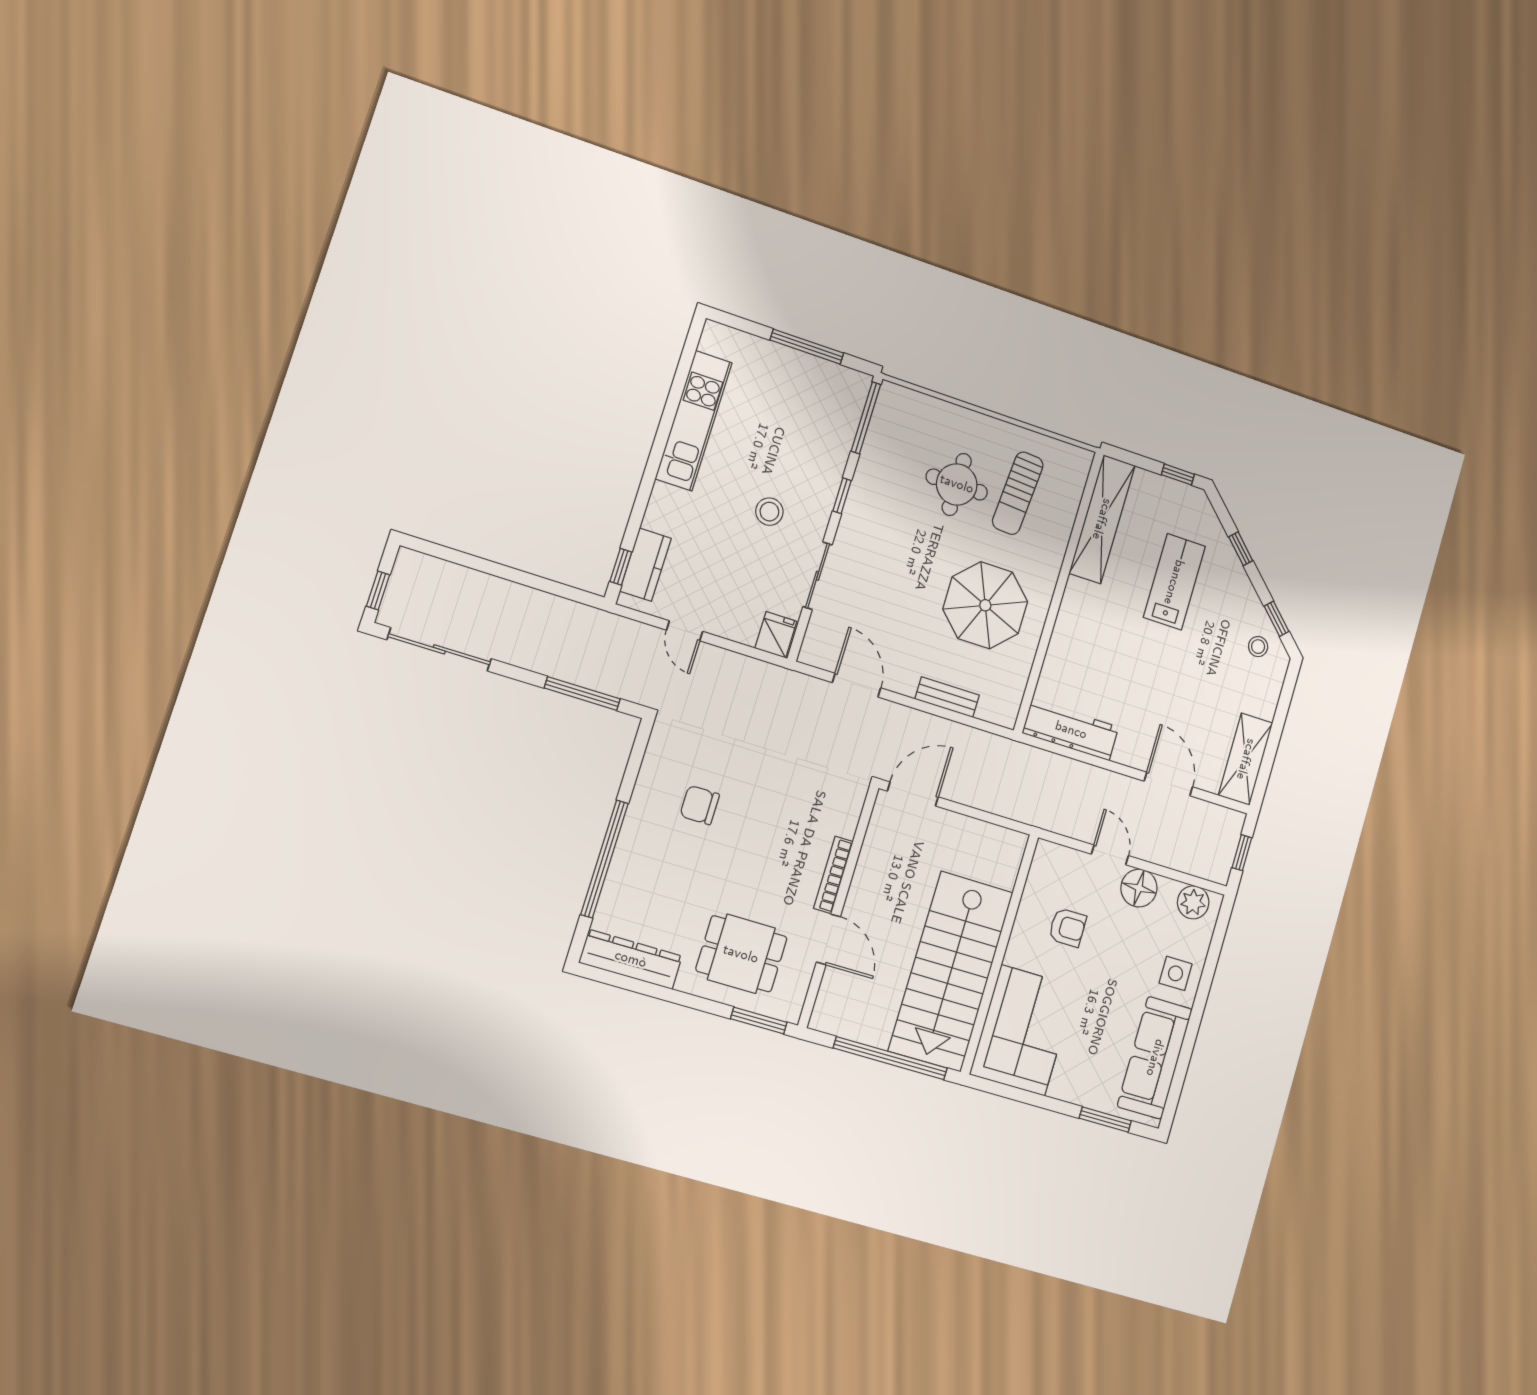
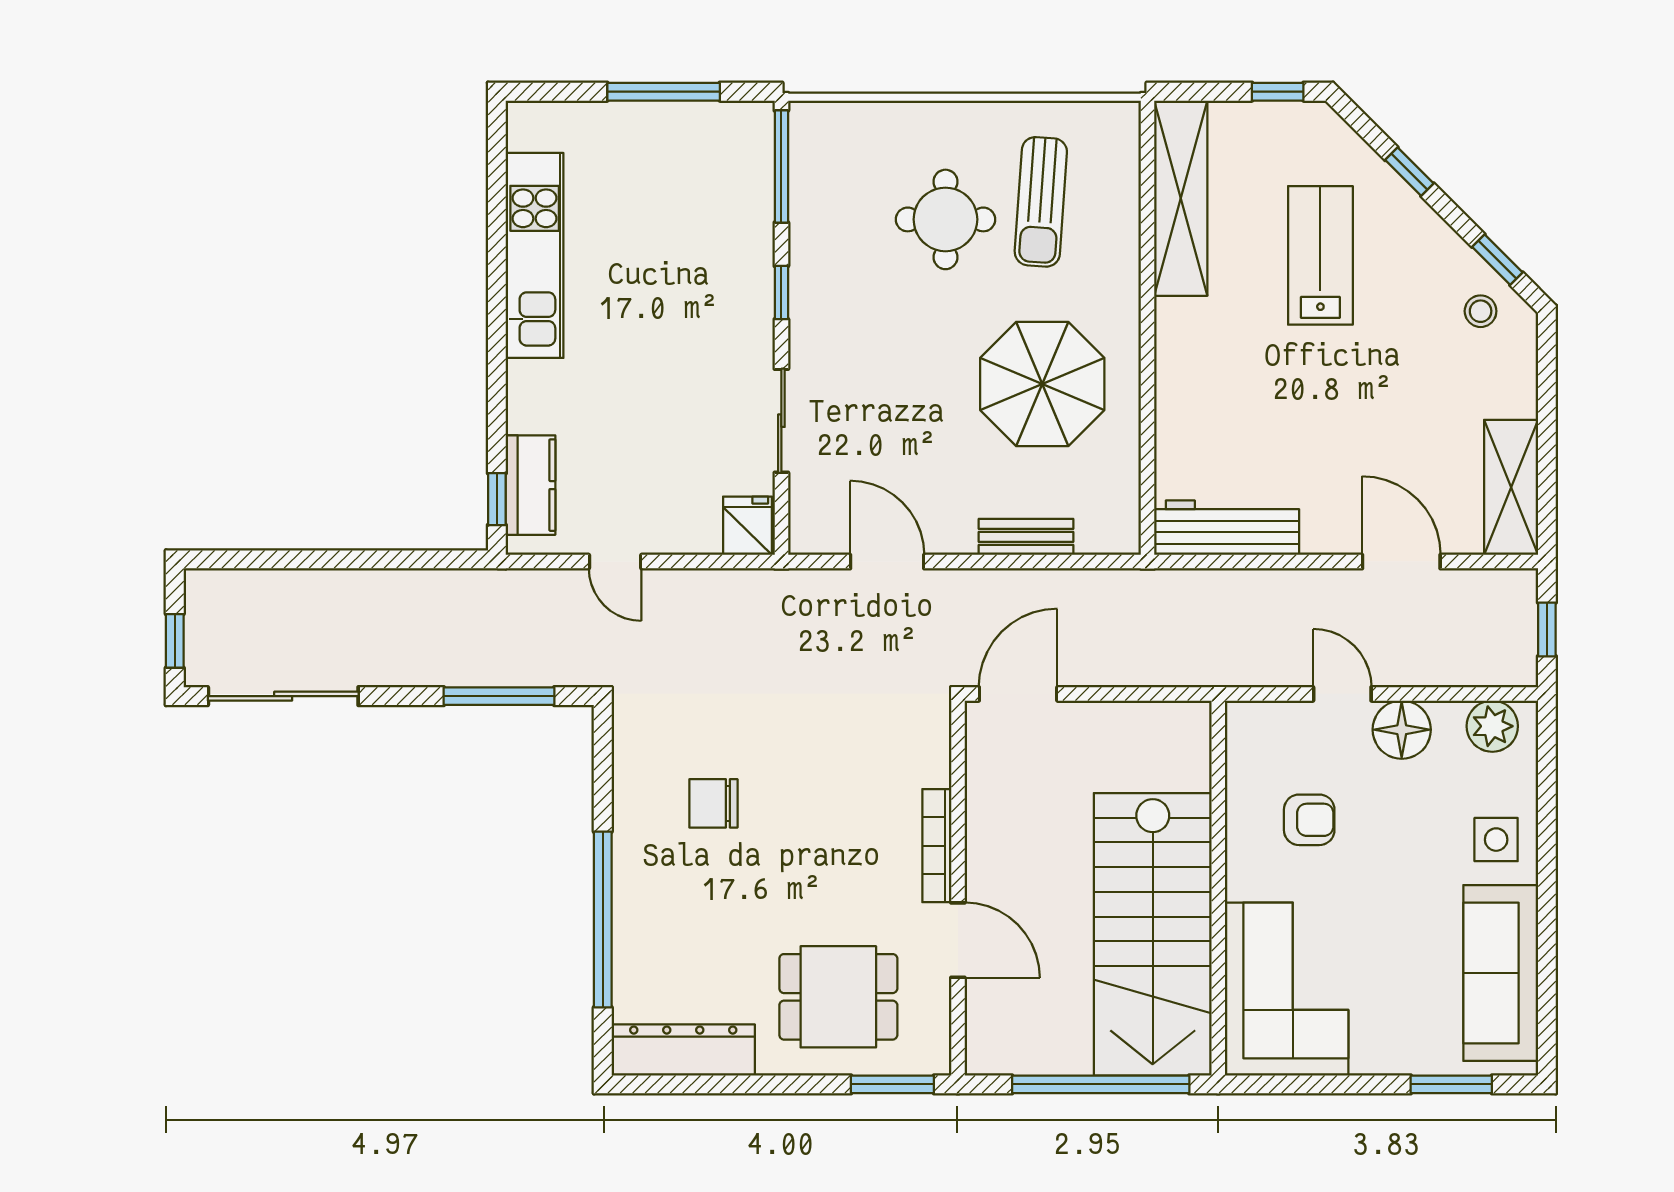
stool: (769, 512) -> (683, 351), removed

